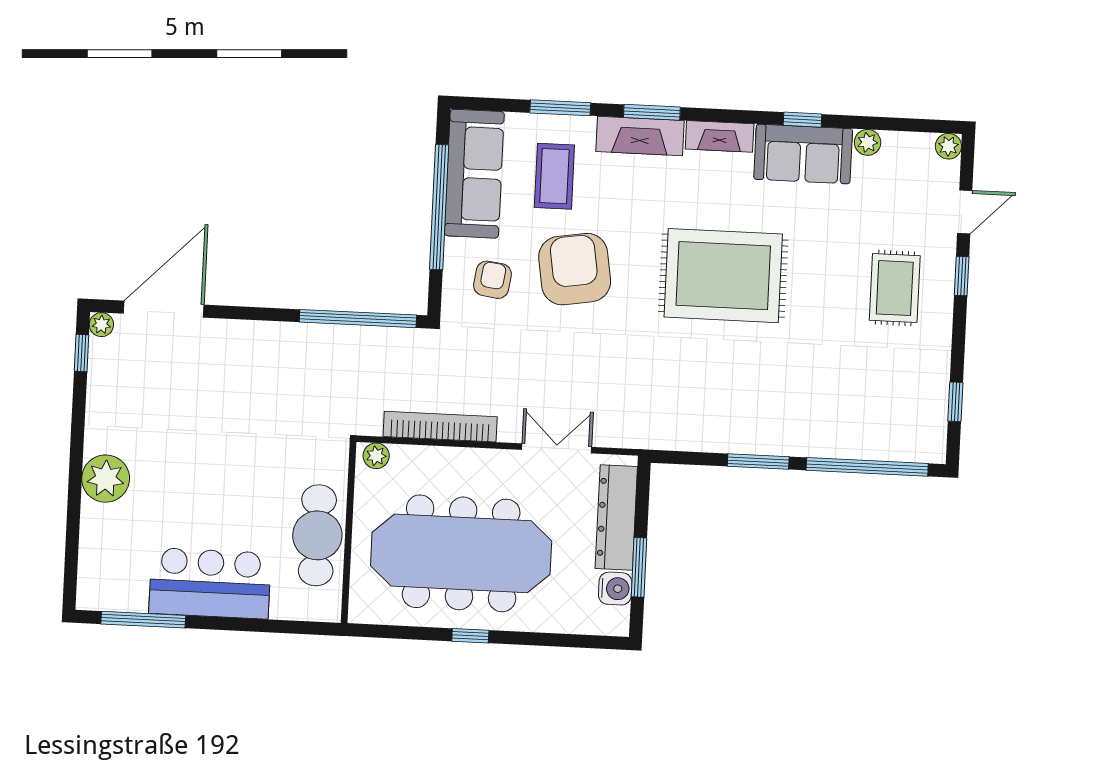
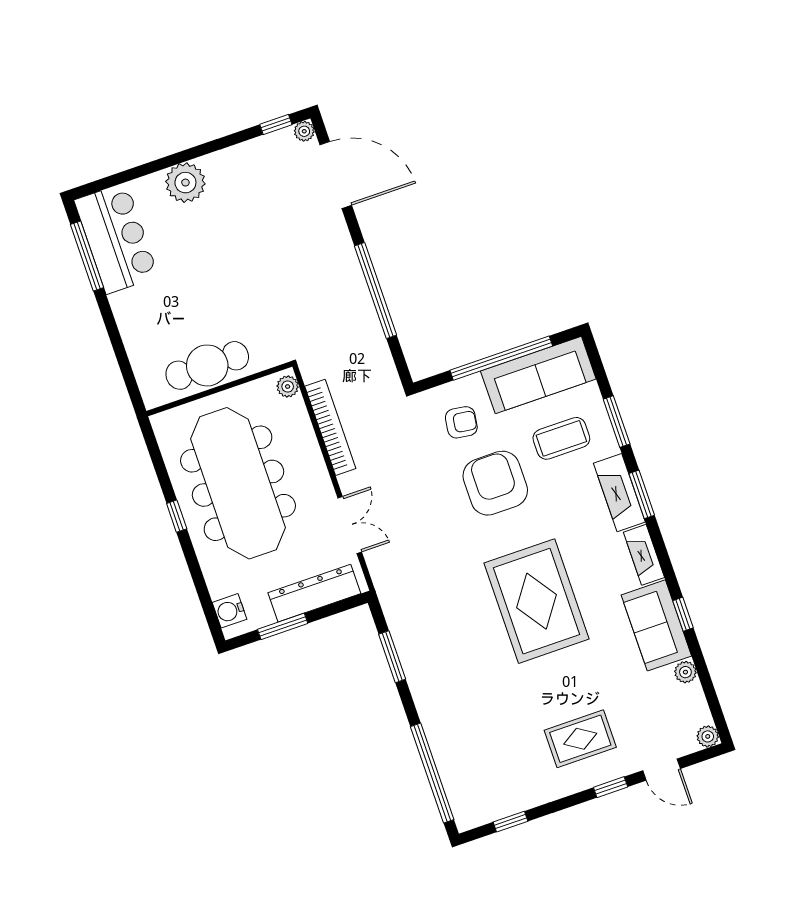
armchair: (575, 269) -> (495, 483), turned -81
window: (358, 319) -> (376, 290), moved
window: (758, 462) -> (392, 657), moved
bar counter: (210, 583) -> (116, 238), moved
water cooler: (615, 589) -> (229, 611), moved, turned 90

